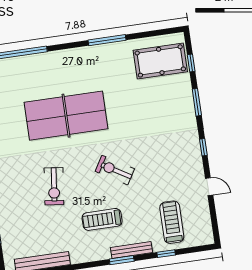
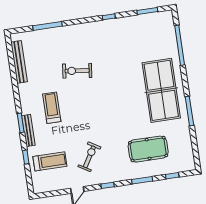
pool table: (160, 61) -> (148, 149), moved, turned 90
table tennis table: (66, 116) -> (161, 90), moved
exercise bike: (115, 170) -> (89, 157), moved

